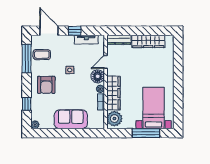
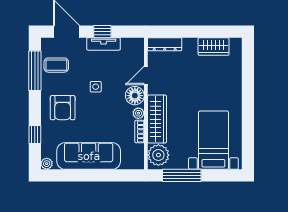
tv unit: (86, 40) -> (104, 44), moved
wardrobe: (148, 41) -> (214, 46), width x0.67
sofa: (71, 119) -> (89, 156), width x1.36
window: (146, 133) -> (182, 175), moved

